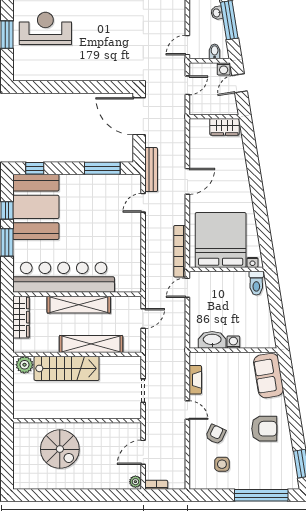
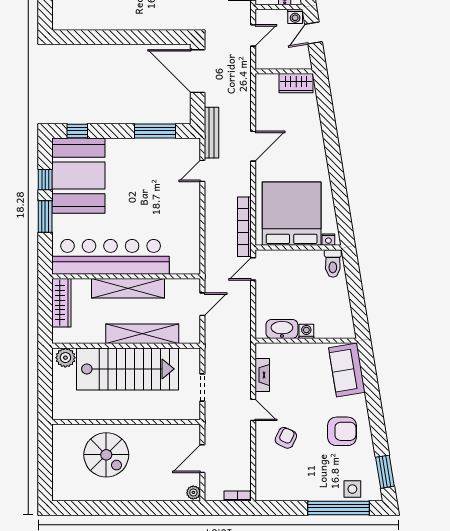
stairs: (67, 368) -> (128, 369), width x1.36, depth x1.51
side table: (222, 464) -> (352, 489), moved
bookcase: (156, 485) -> (237, 496), moved

